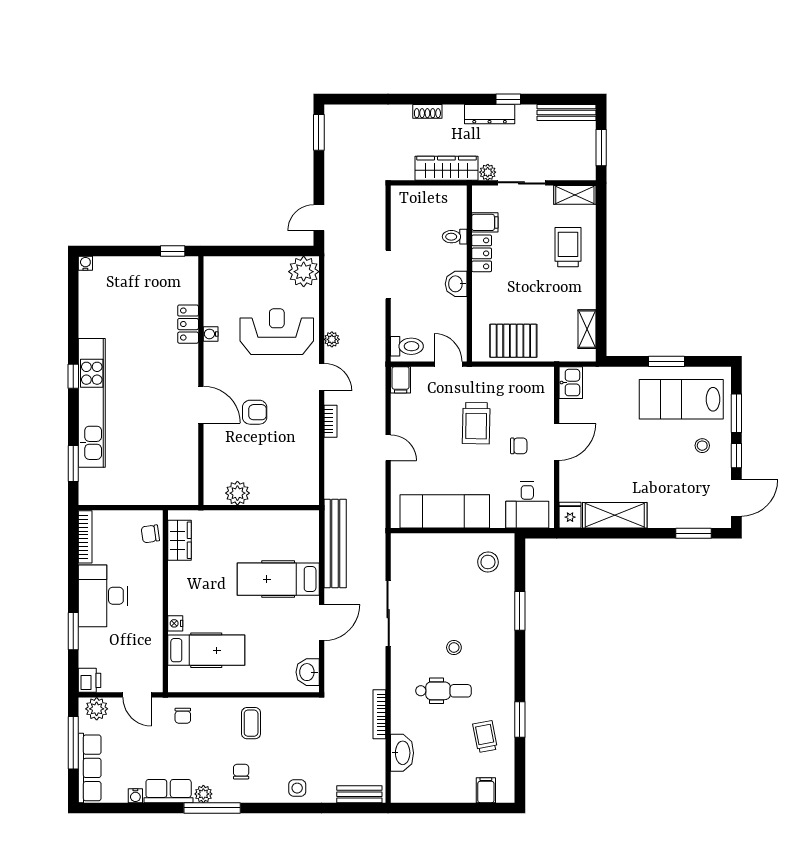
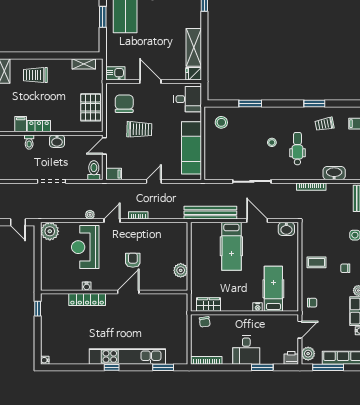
locker: (188, 324) -> (87, 300), width x1.53
chair: (519, 446) -> (124, 104), moved, width x1.87, depth x1.87
desk: (103, 596) -> (246, 350), width x0.73

